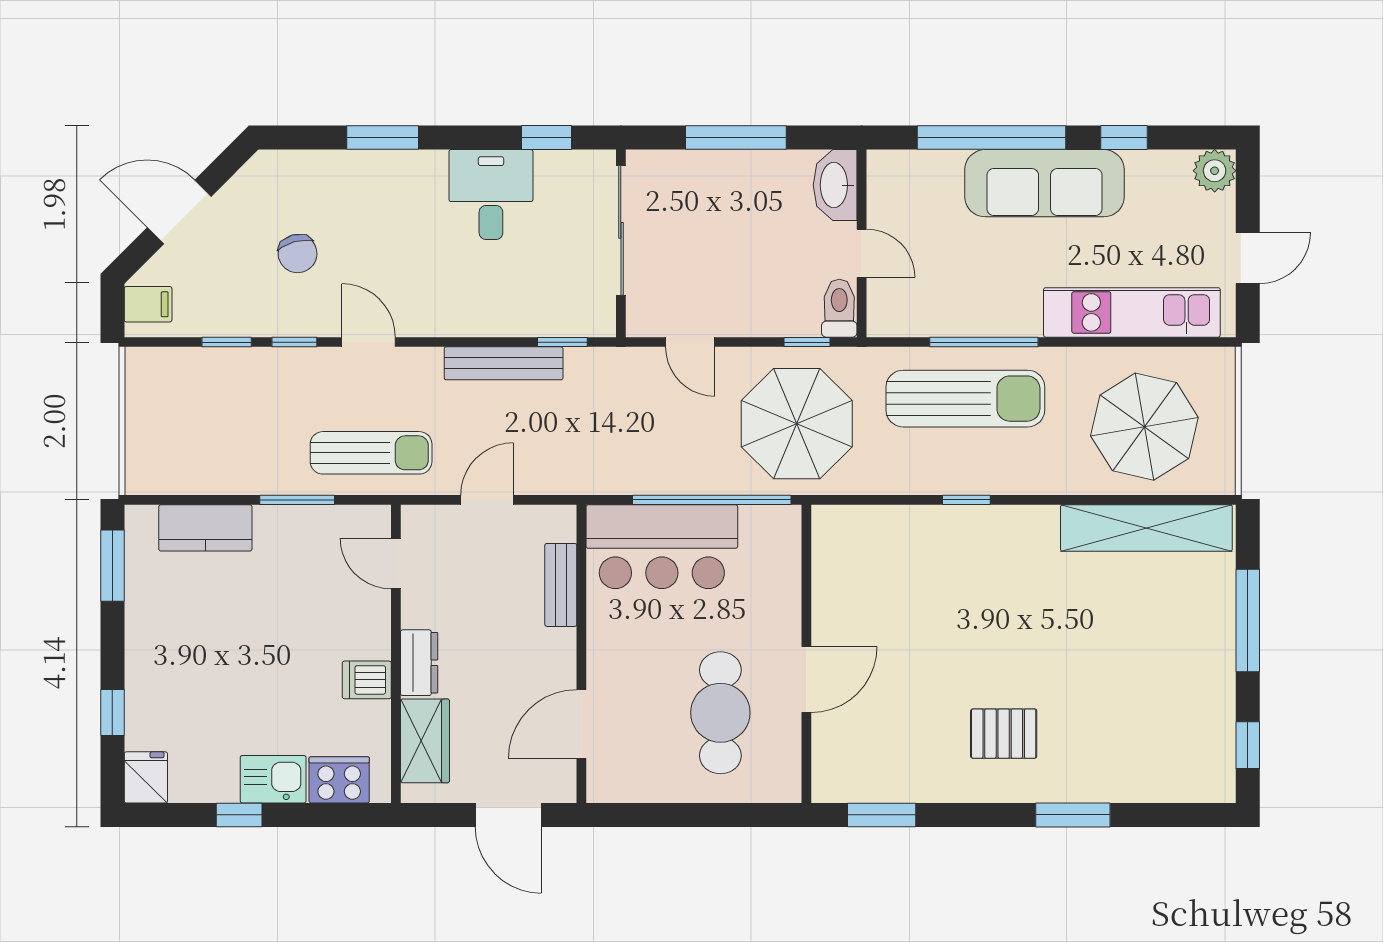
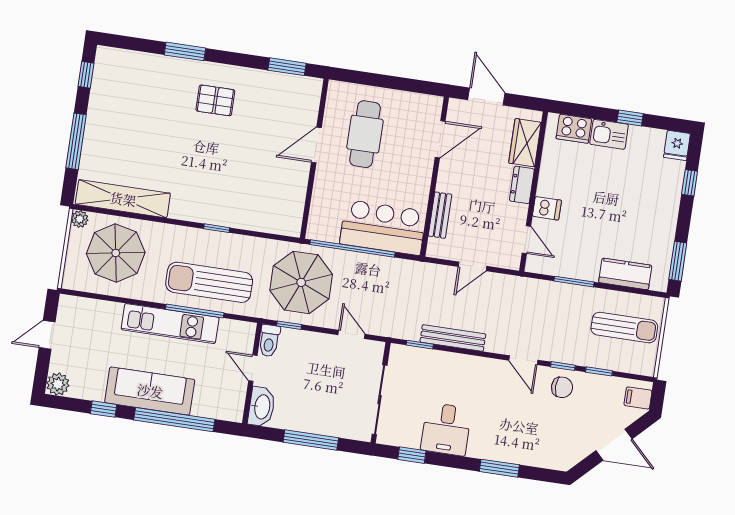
chair: (298, 254) -> (562, 387), moved, turned 105
kitchen unit: (1132, 312) -> (170, 324), moved
sun lounger: (371, 453) -> (624, 328), moved, turned 180
plant: (1220, 479) -> (80, 219), added
dishwasher: (367, 680) -> (547, 208), moved

